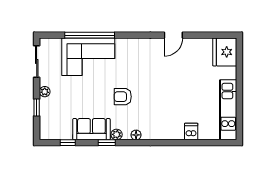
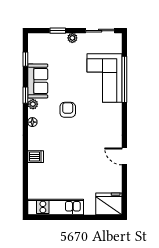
dishwasher: (191, 132) -> (36, 157), moved

